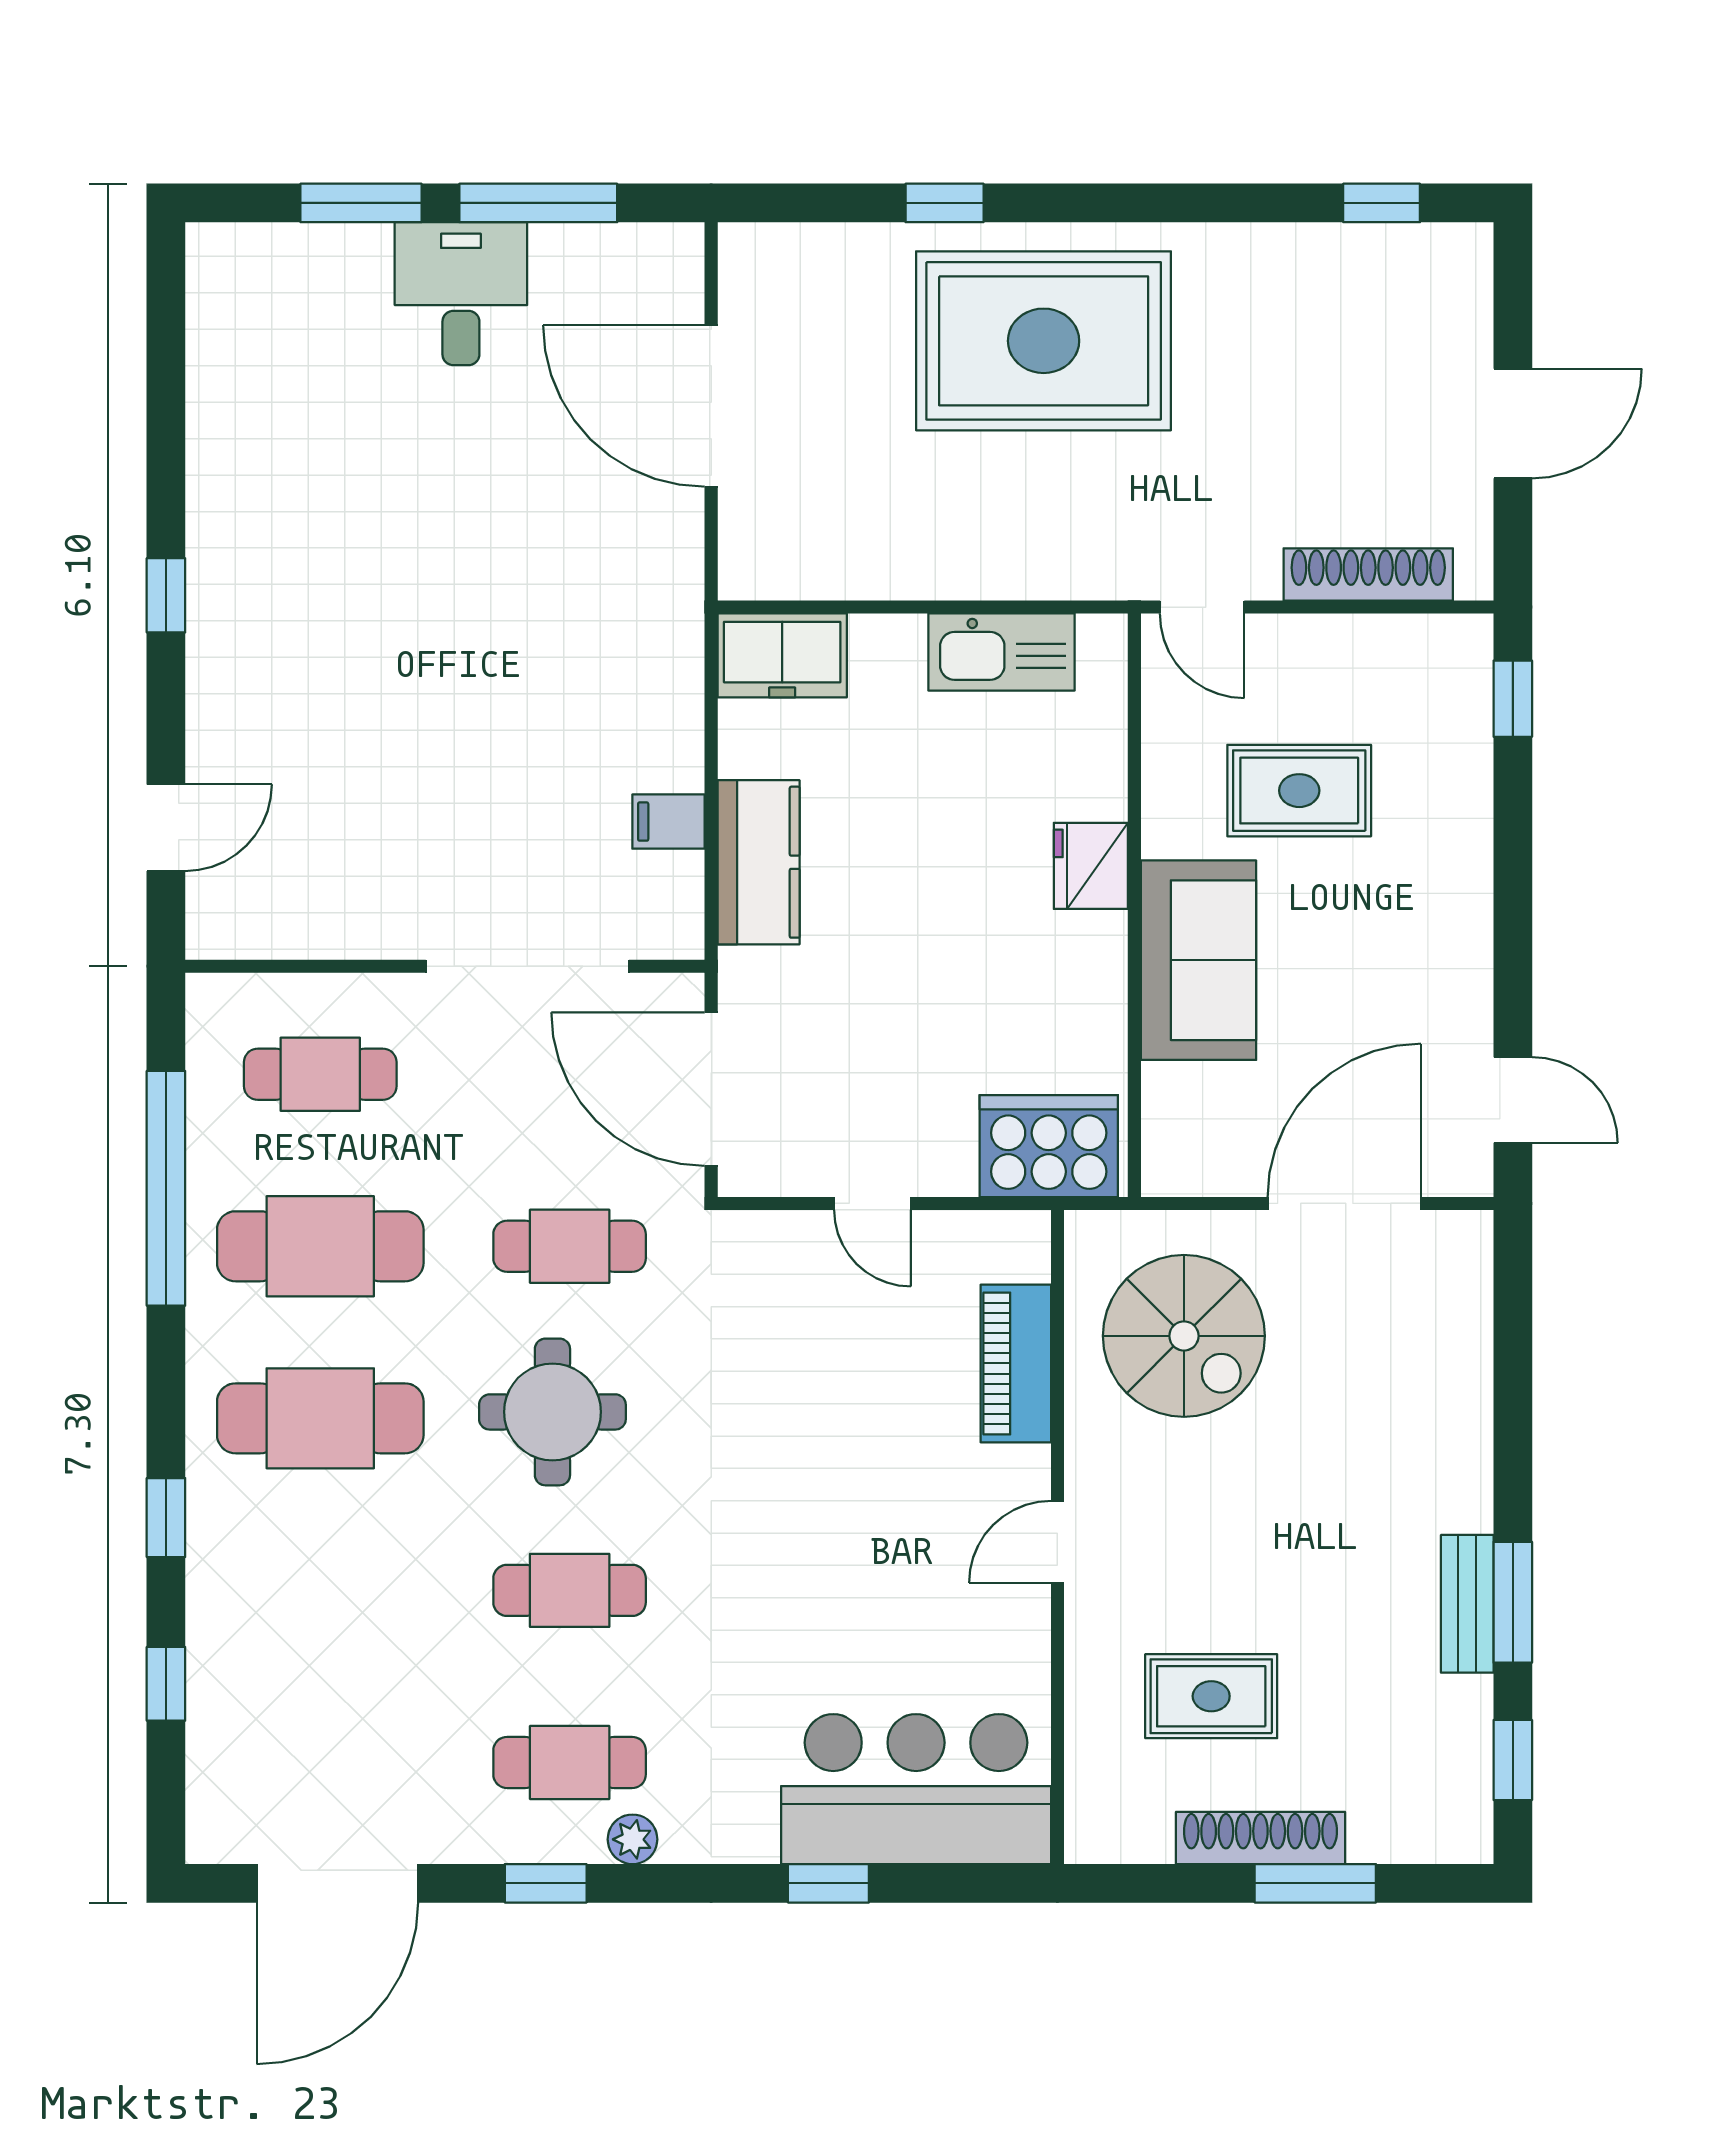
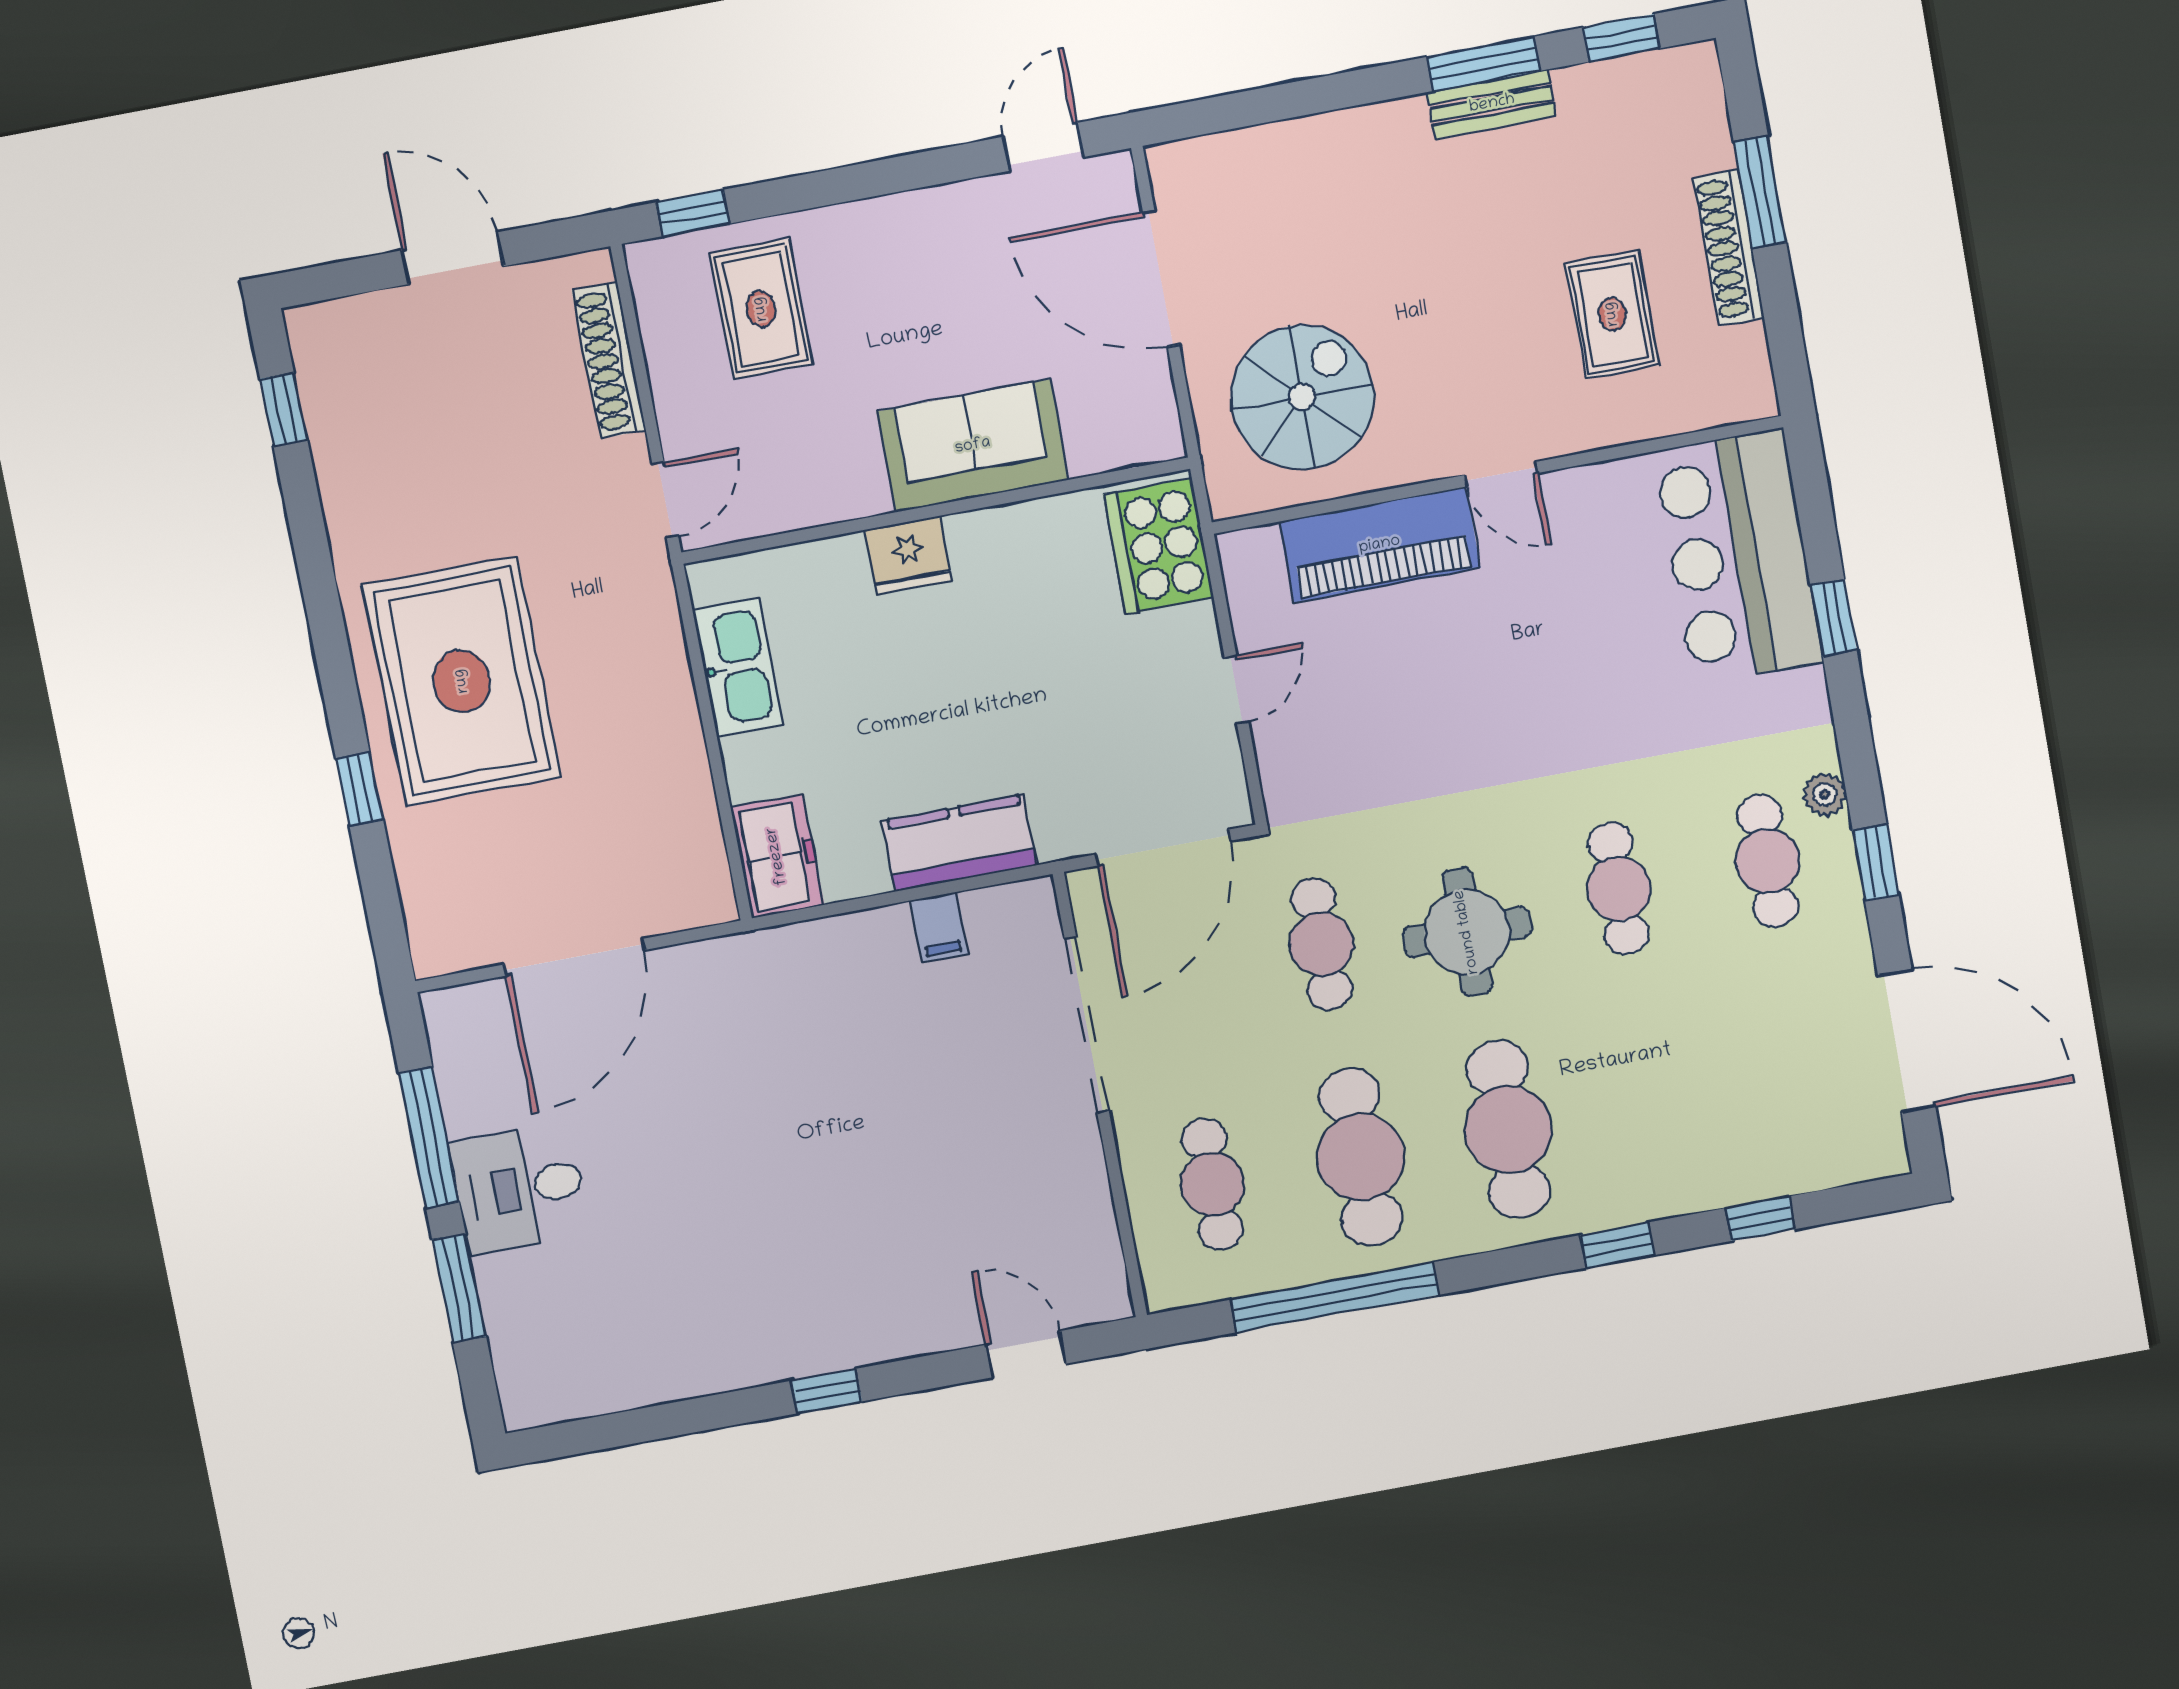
rug: (1299, 791) -> (761, 309), moved
piano: (1016, 1363) -> (1380, 545), width x1.37, depth x1.33

